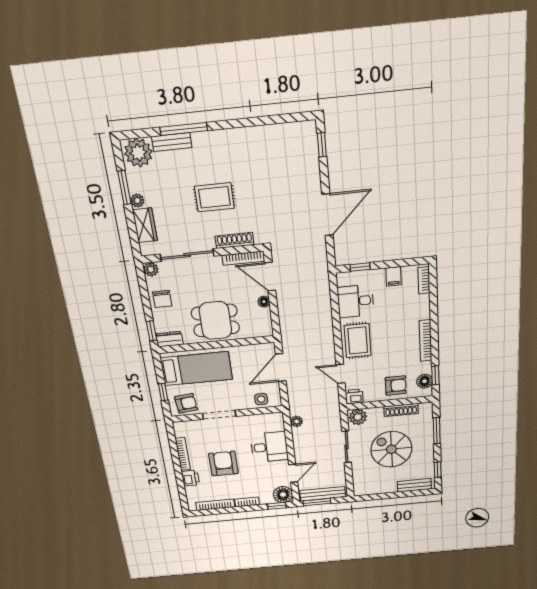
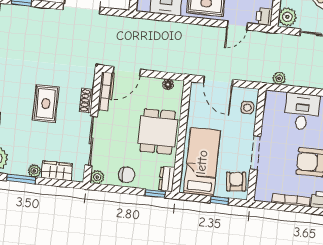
shoe rack: (235, 240) -> (86, 101), width x0.70
floor lamp: (264, 302) -> (168, 84), moved

